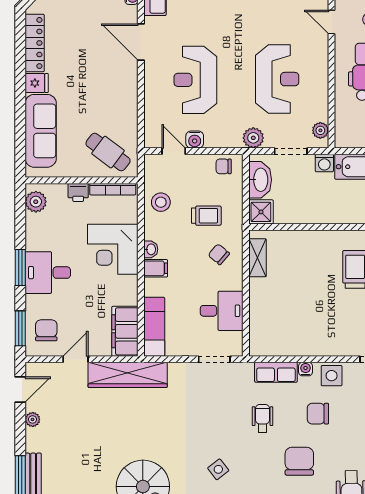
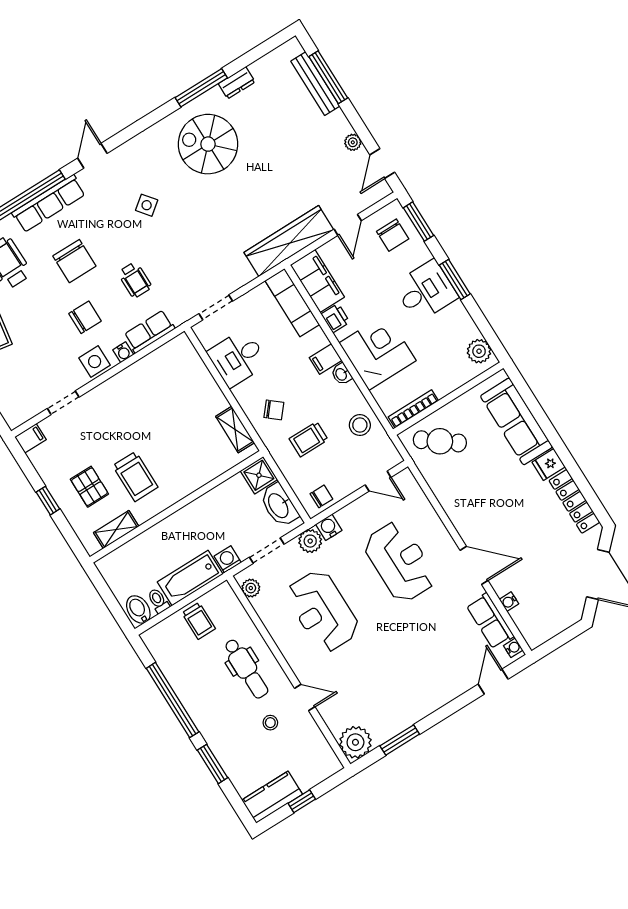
water cooler: (195, 140) -> (329, 527), moved
printer: (78, 192) -> (335, 318), moved, turned 90

